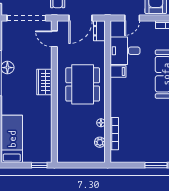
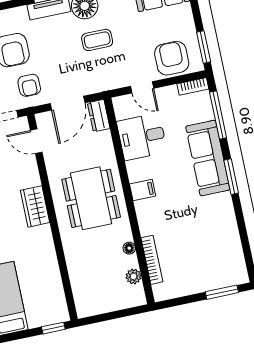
door: (132, 18) -> (142, 87), hinge flipped
filing cabinet: (118, 71) -> (143, 190), moved

